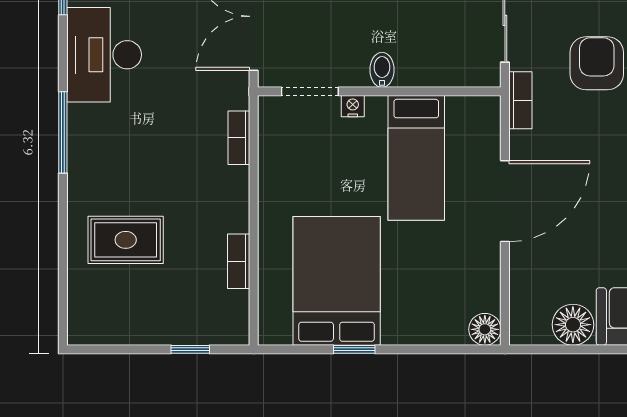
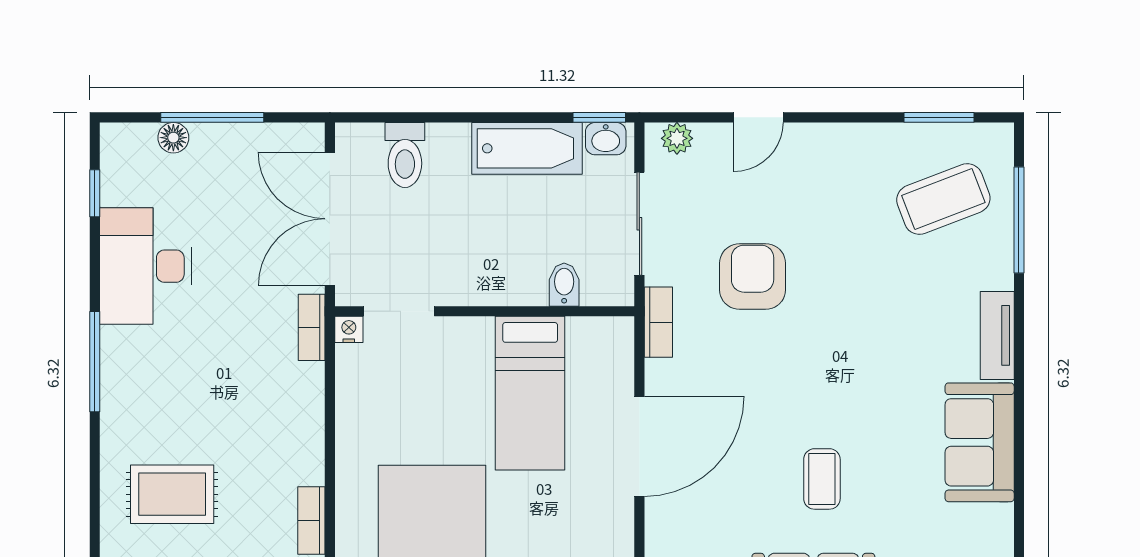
bidet: (382, 70) -> (564, 285), moved
nightstand: (353, 106) -> (349, 329), moved
bookcase: (239, 138) -> (312, 327), moved

